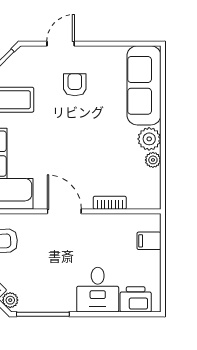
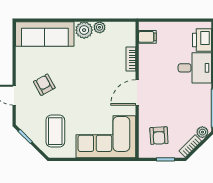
armchair: (75, 85) -> (44, 85), turned 61
filing cabinet: (149, 241) -> (147, 37), moved, turned -90

